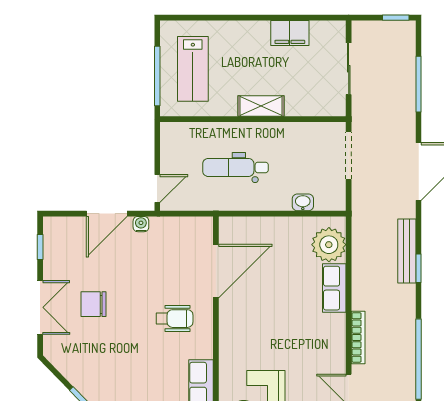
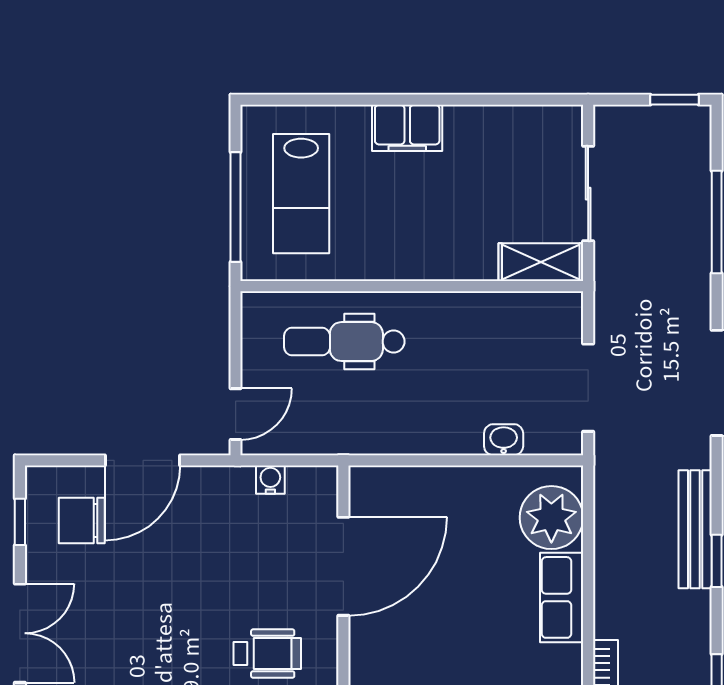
filing cabinet: (290, 33) -> (407, 128), moved
shelving: (261, 106) -> (541, 262), moved
doorway: (349, 156) -> (588, 388), moved
dental chair: (236, 167) -> (344, 342), moved
water cooler: (141, 224) -> (270, 480), moved
chair: (94, 304) -> (82, 521), moved

